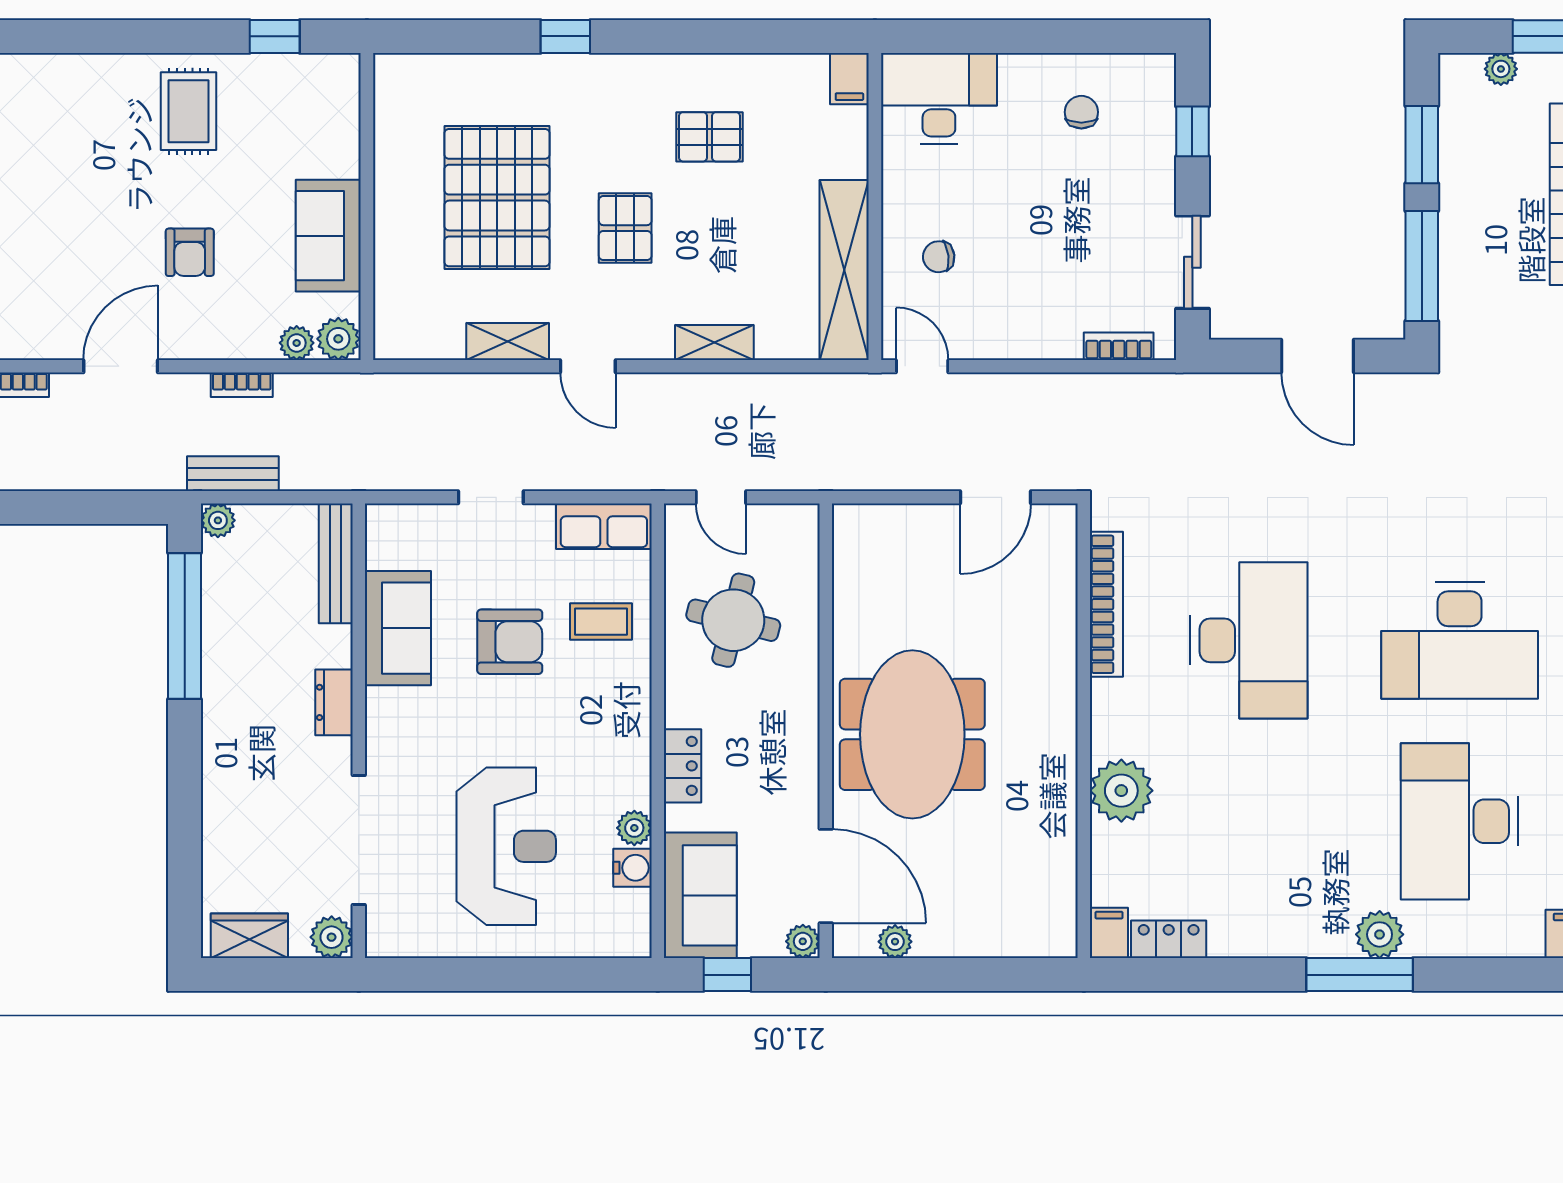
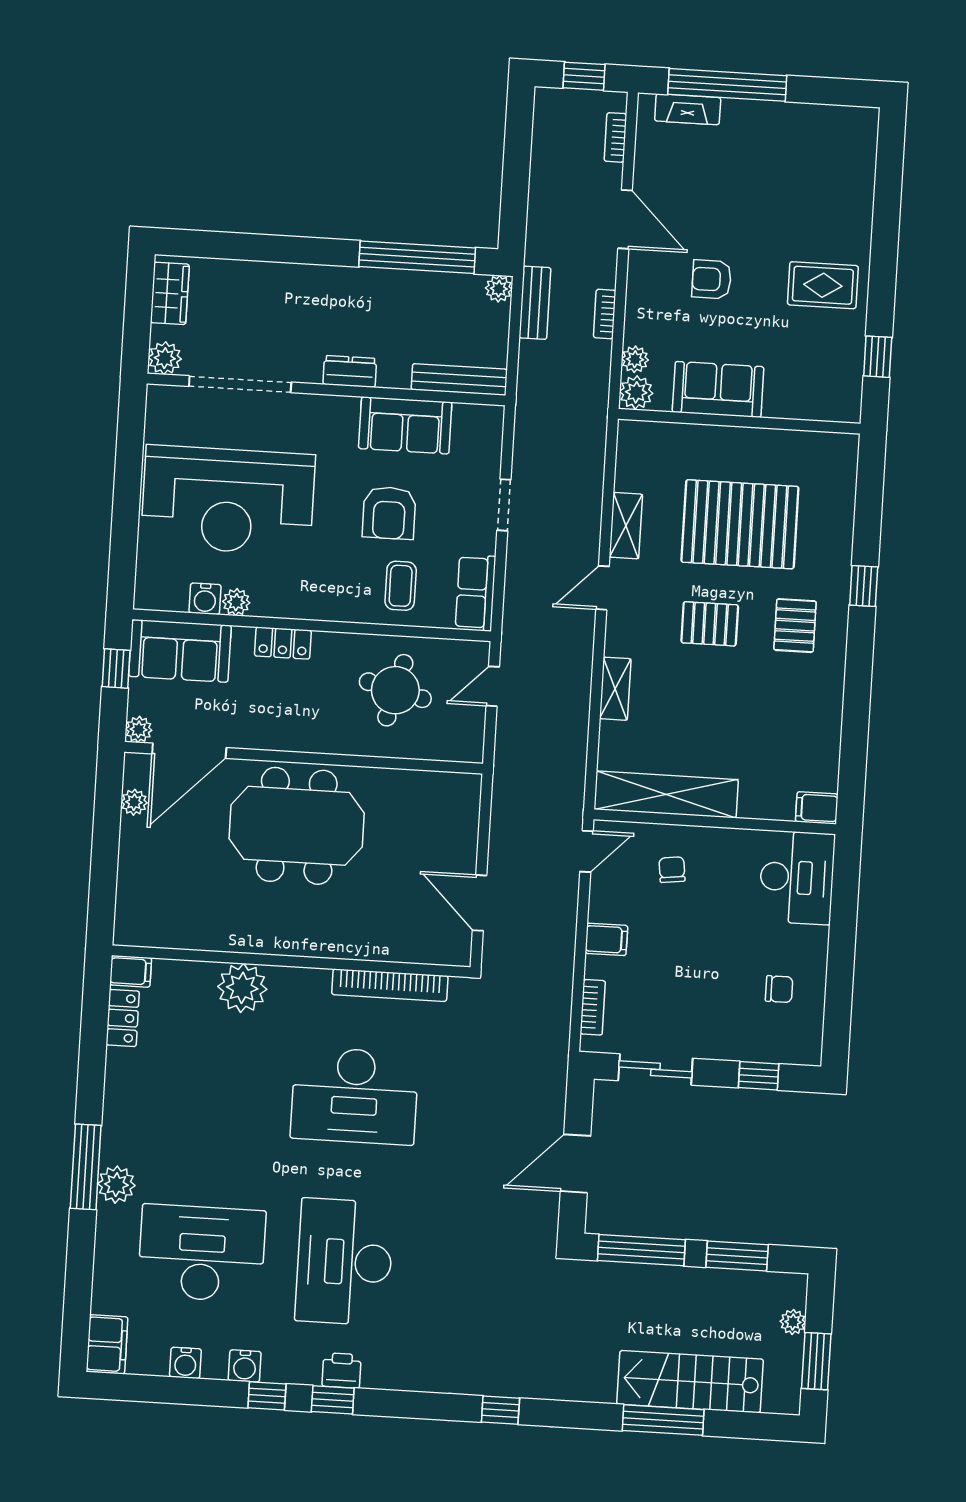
pallet: (710, 137) -> (795, 626), moved
filing cabinet: (1032, 334) -> (606, 939), added
reception desk: (506, 846) -> (228, 500), width x1.36, depth x1.30

